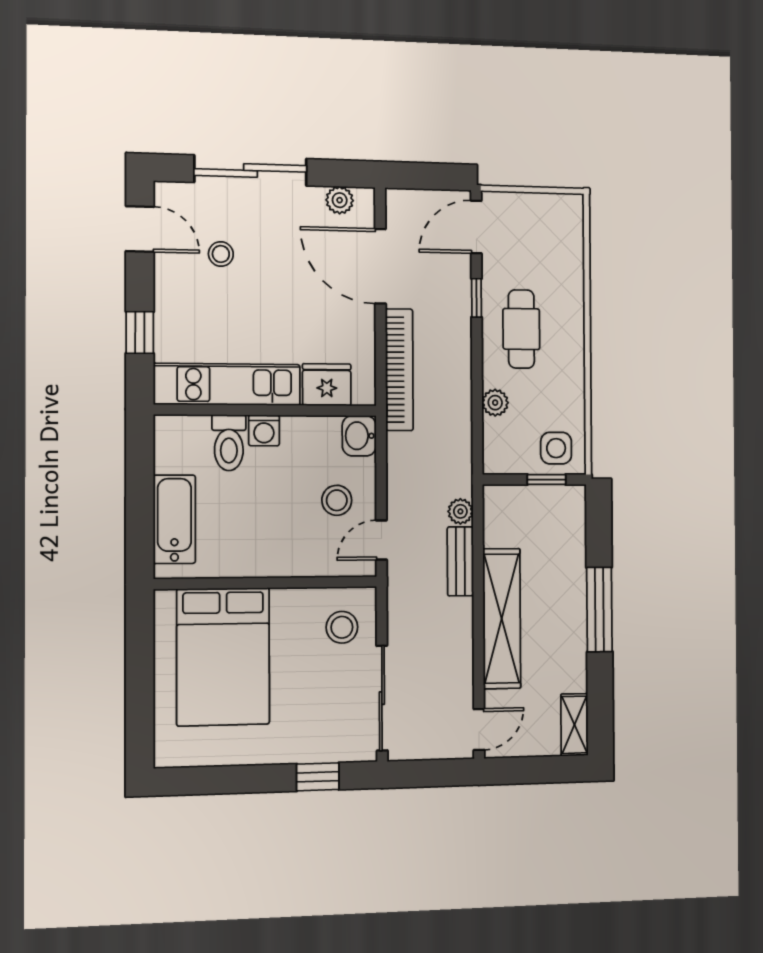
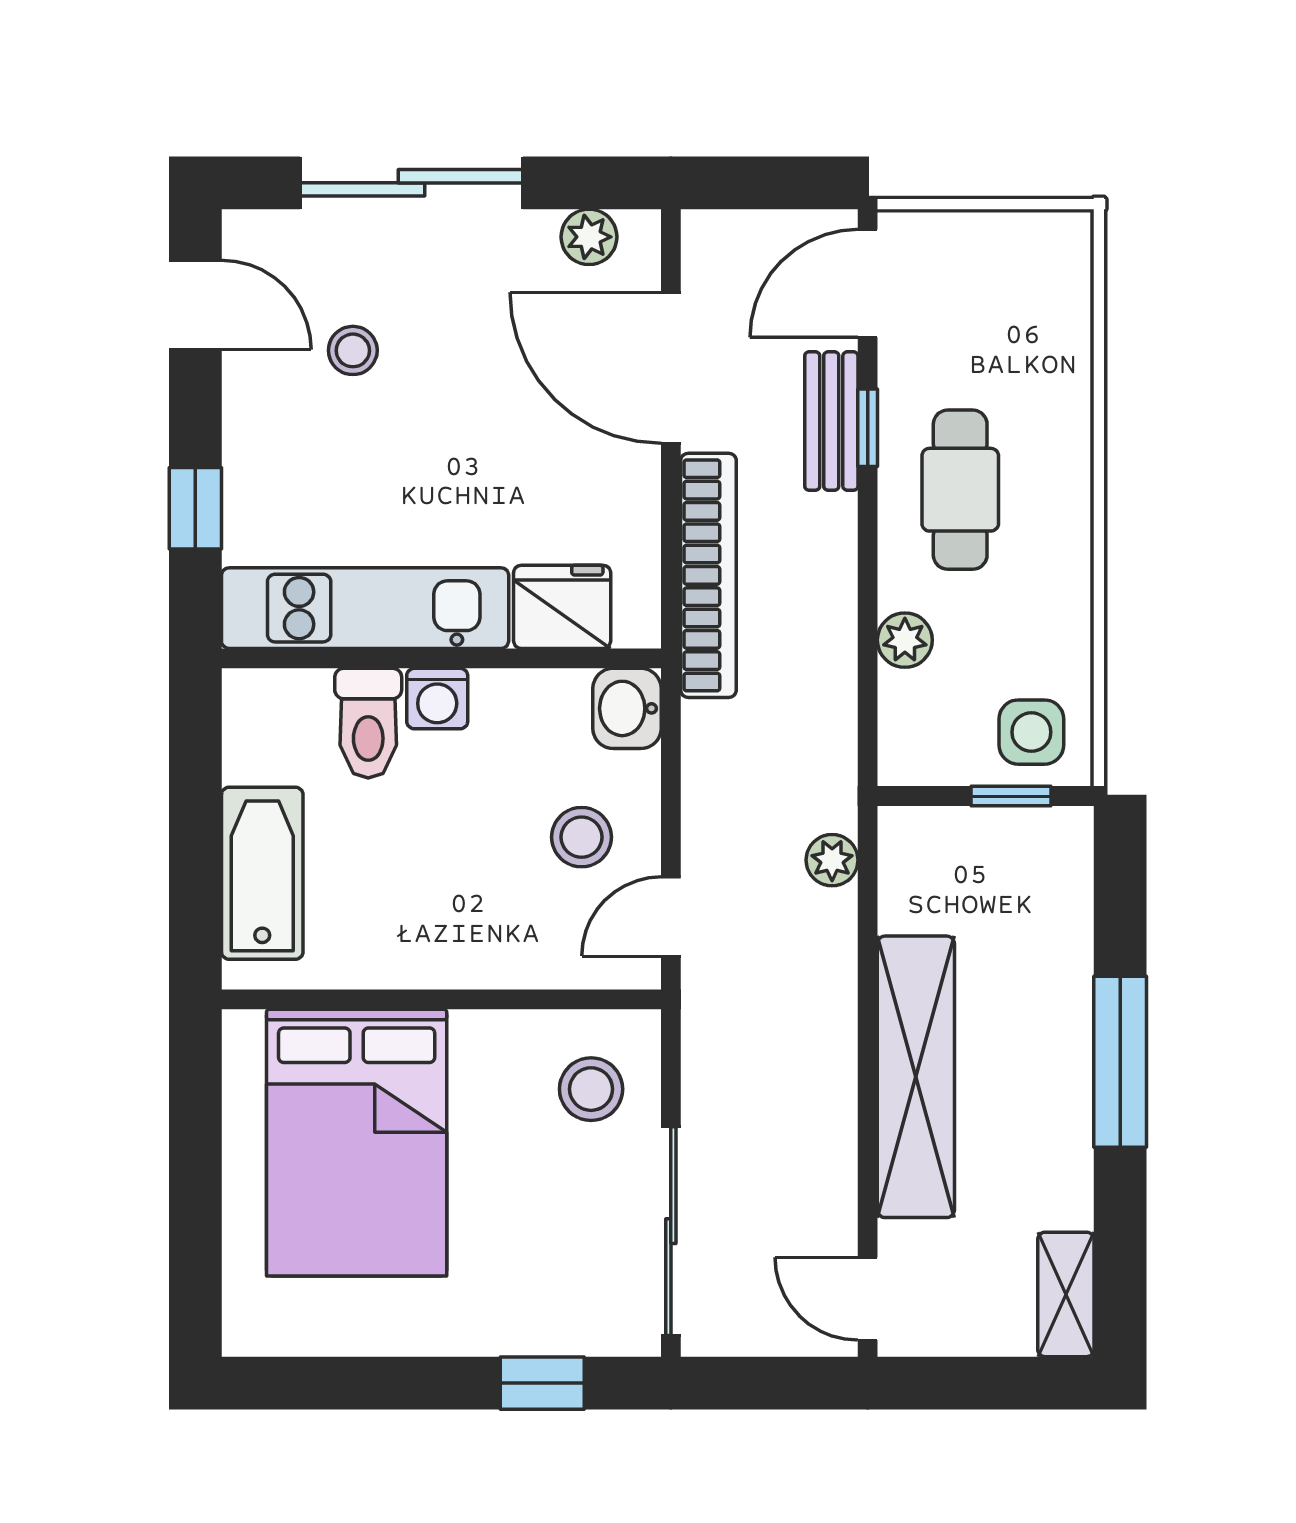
bench: (460, 561) -> (831, 421), moved
door: (479, 729) -> (868, 1299), swing flipped

